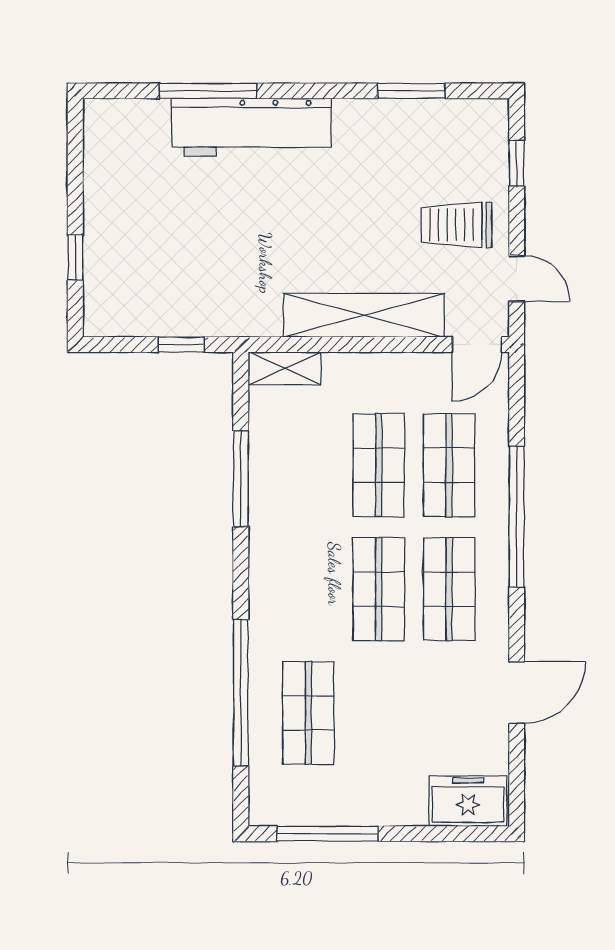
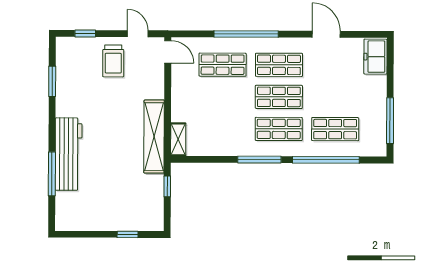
door: (517, 279) -> (138, 34), hinge flipped
shelving: (364, 315) -> (154, 137), moved
shop shelf: (379, 465) -> (279, 129), moved
window: (241, 479) -> (259, 160), moved

